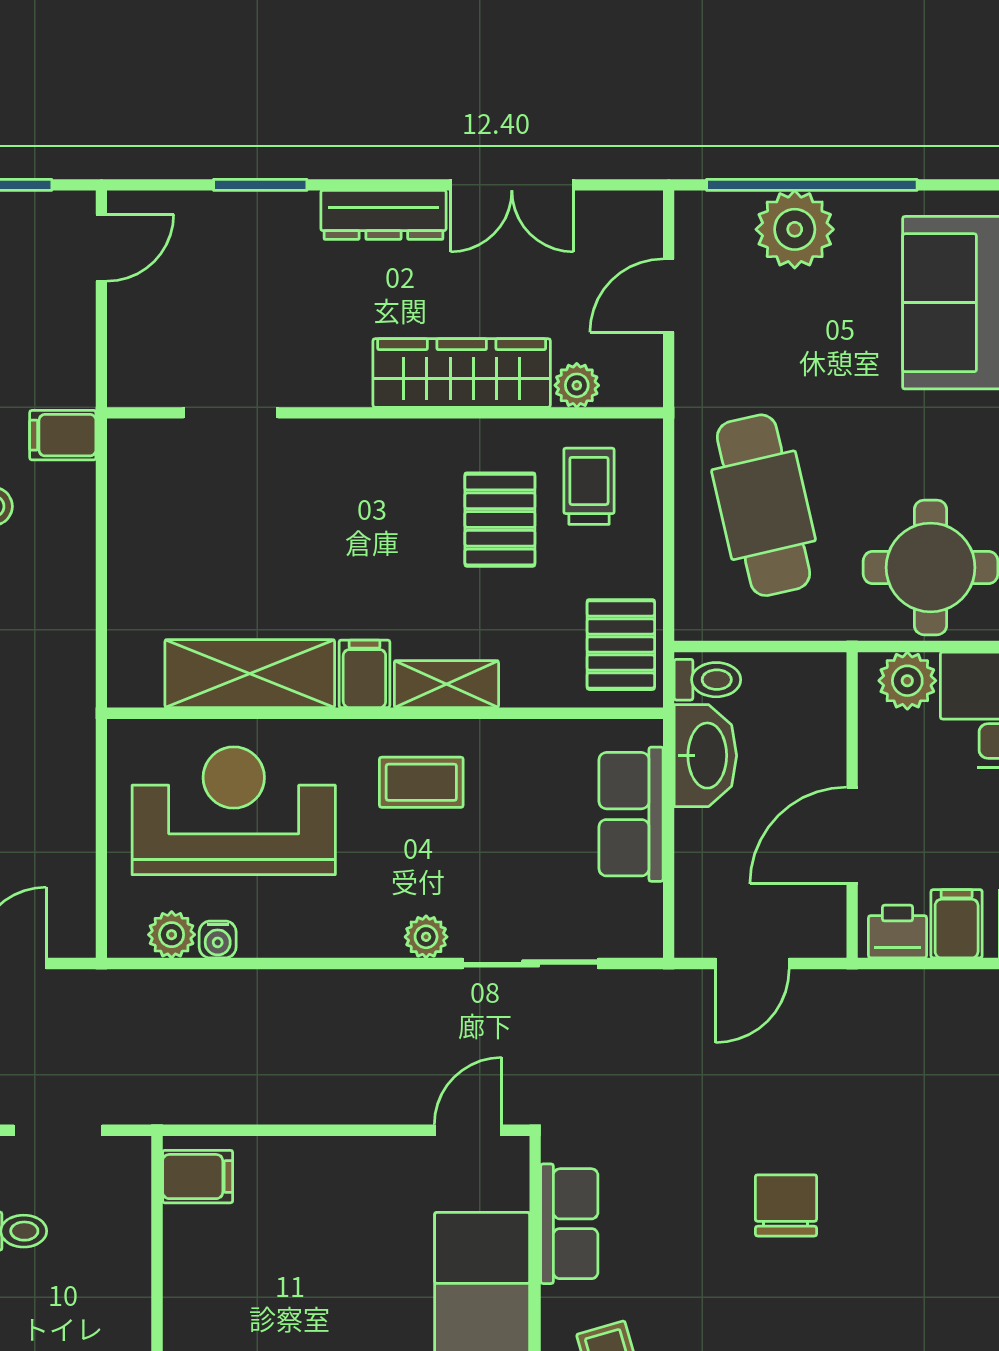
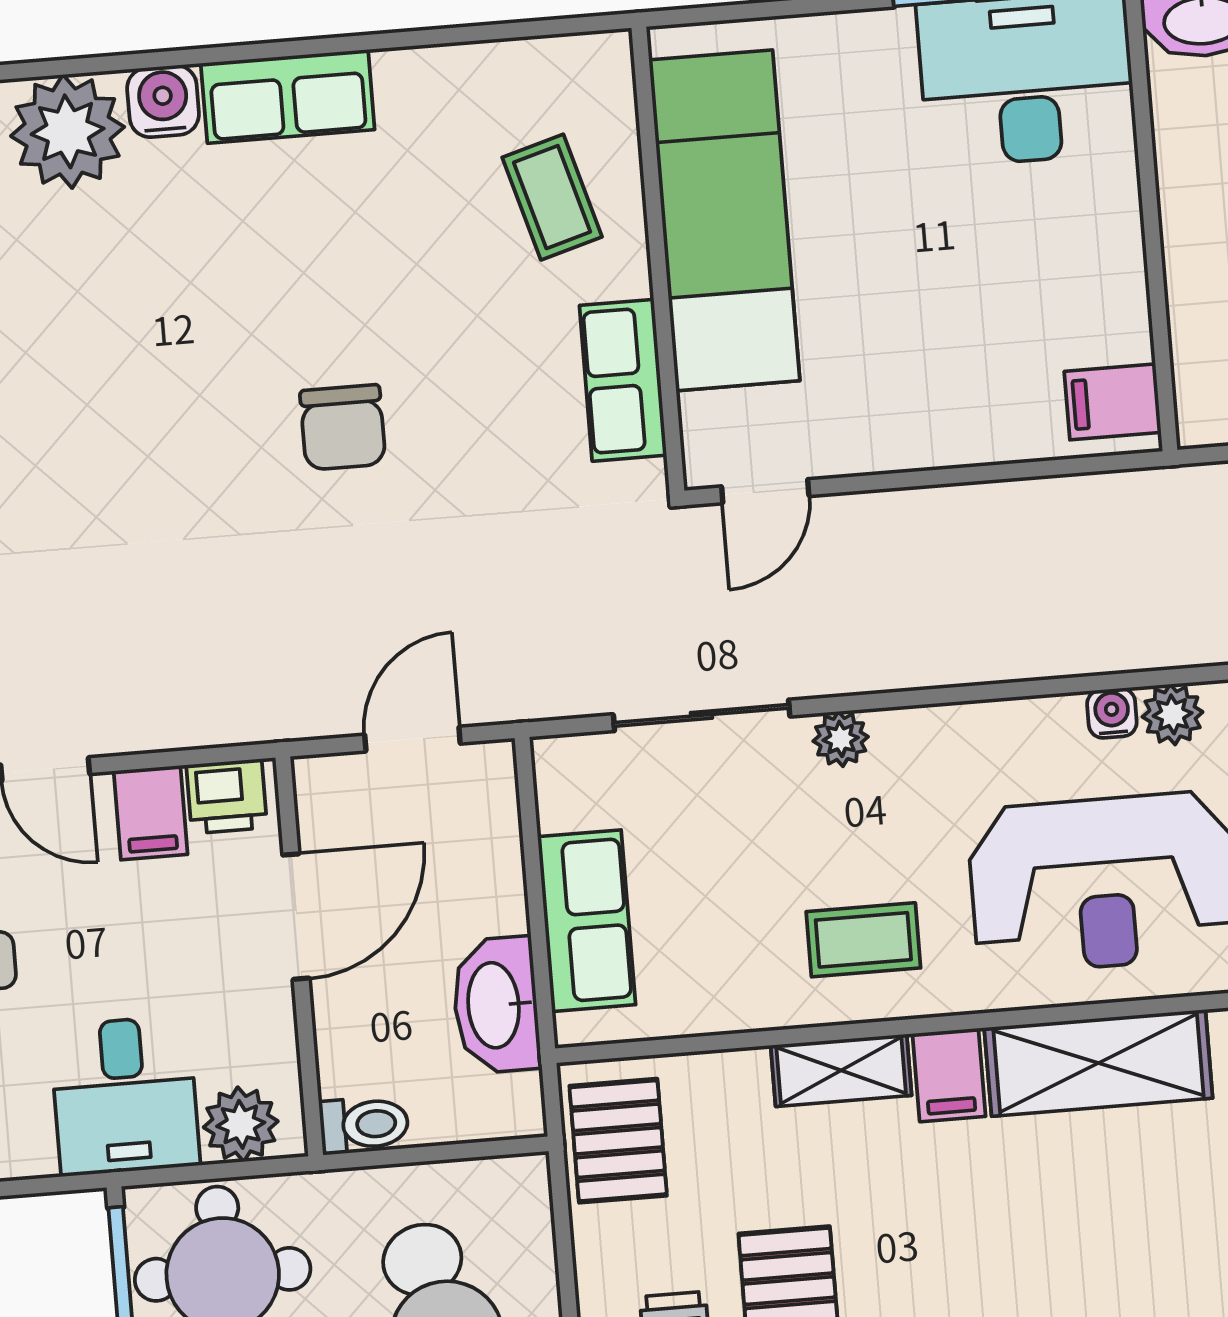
toilet: (707, 680) -> (364, 1125), moved, turned 180

